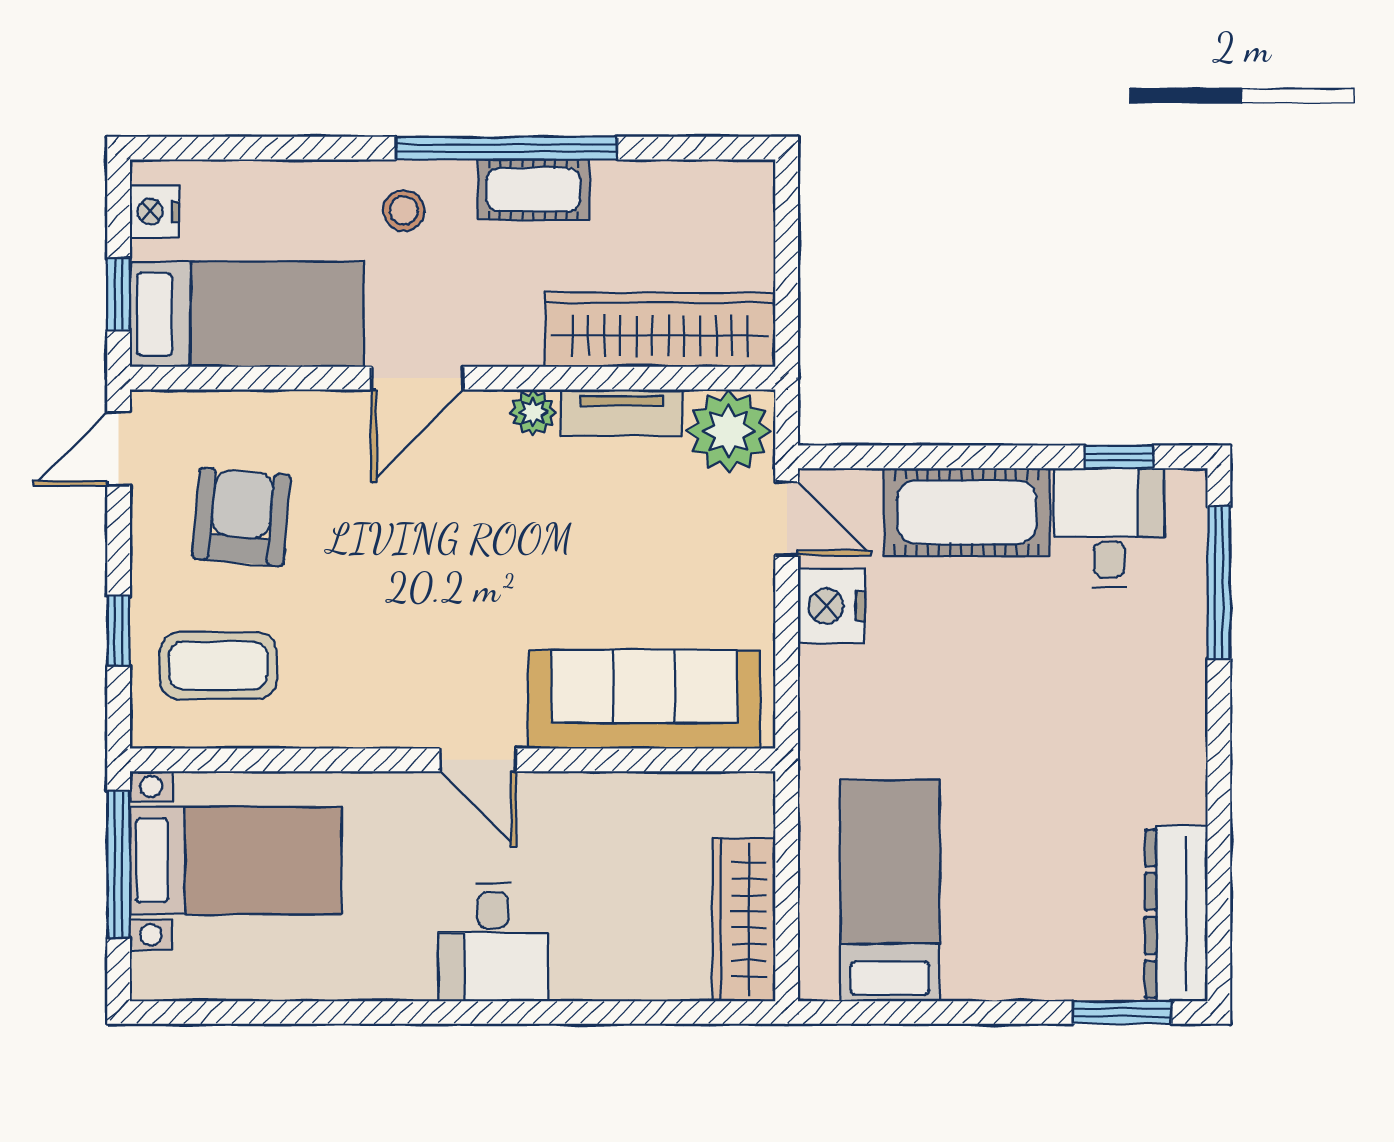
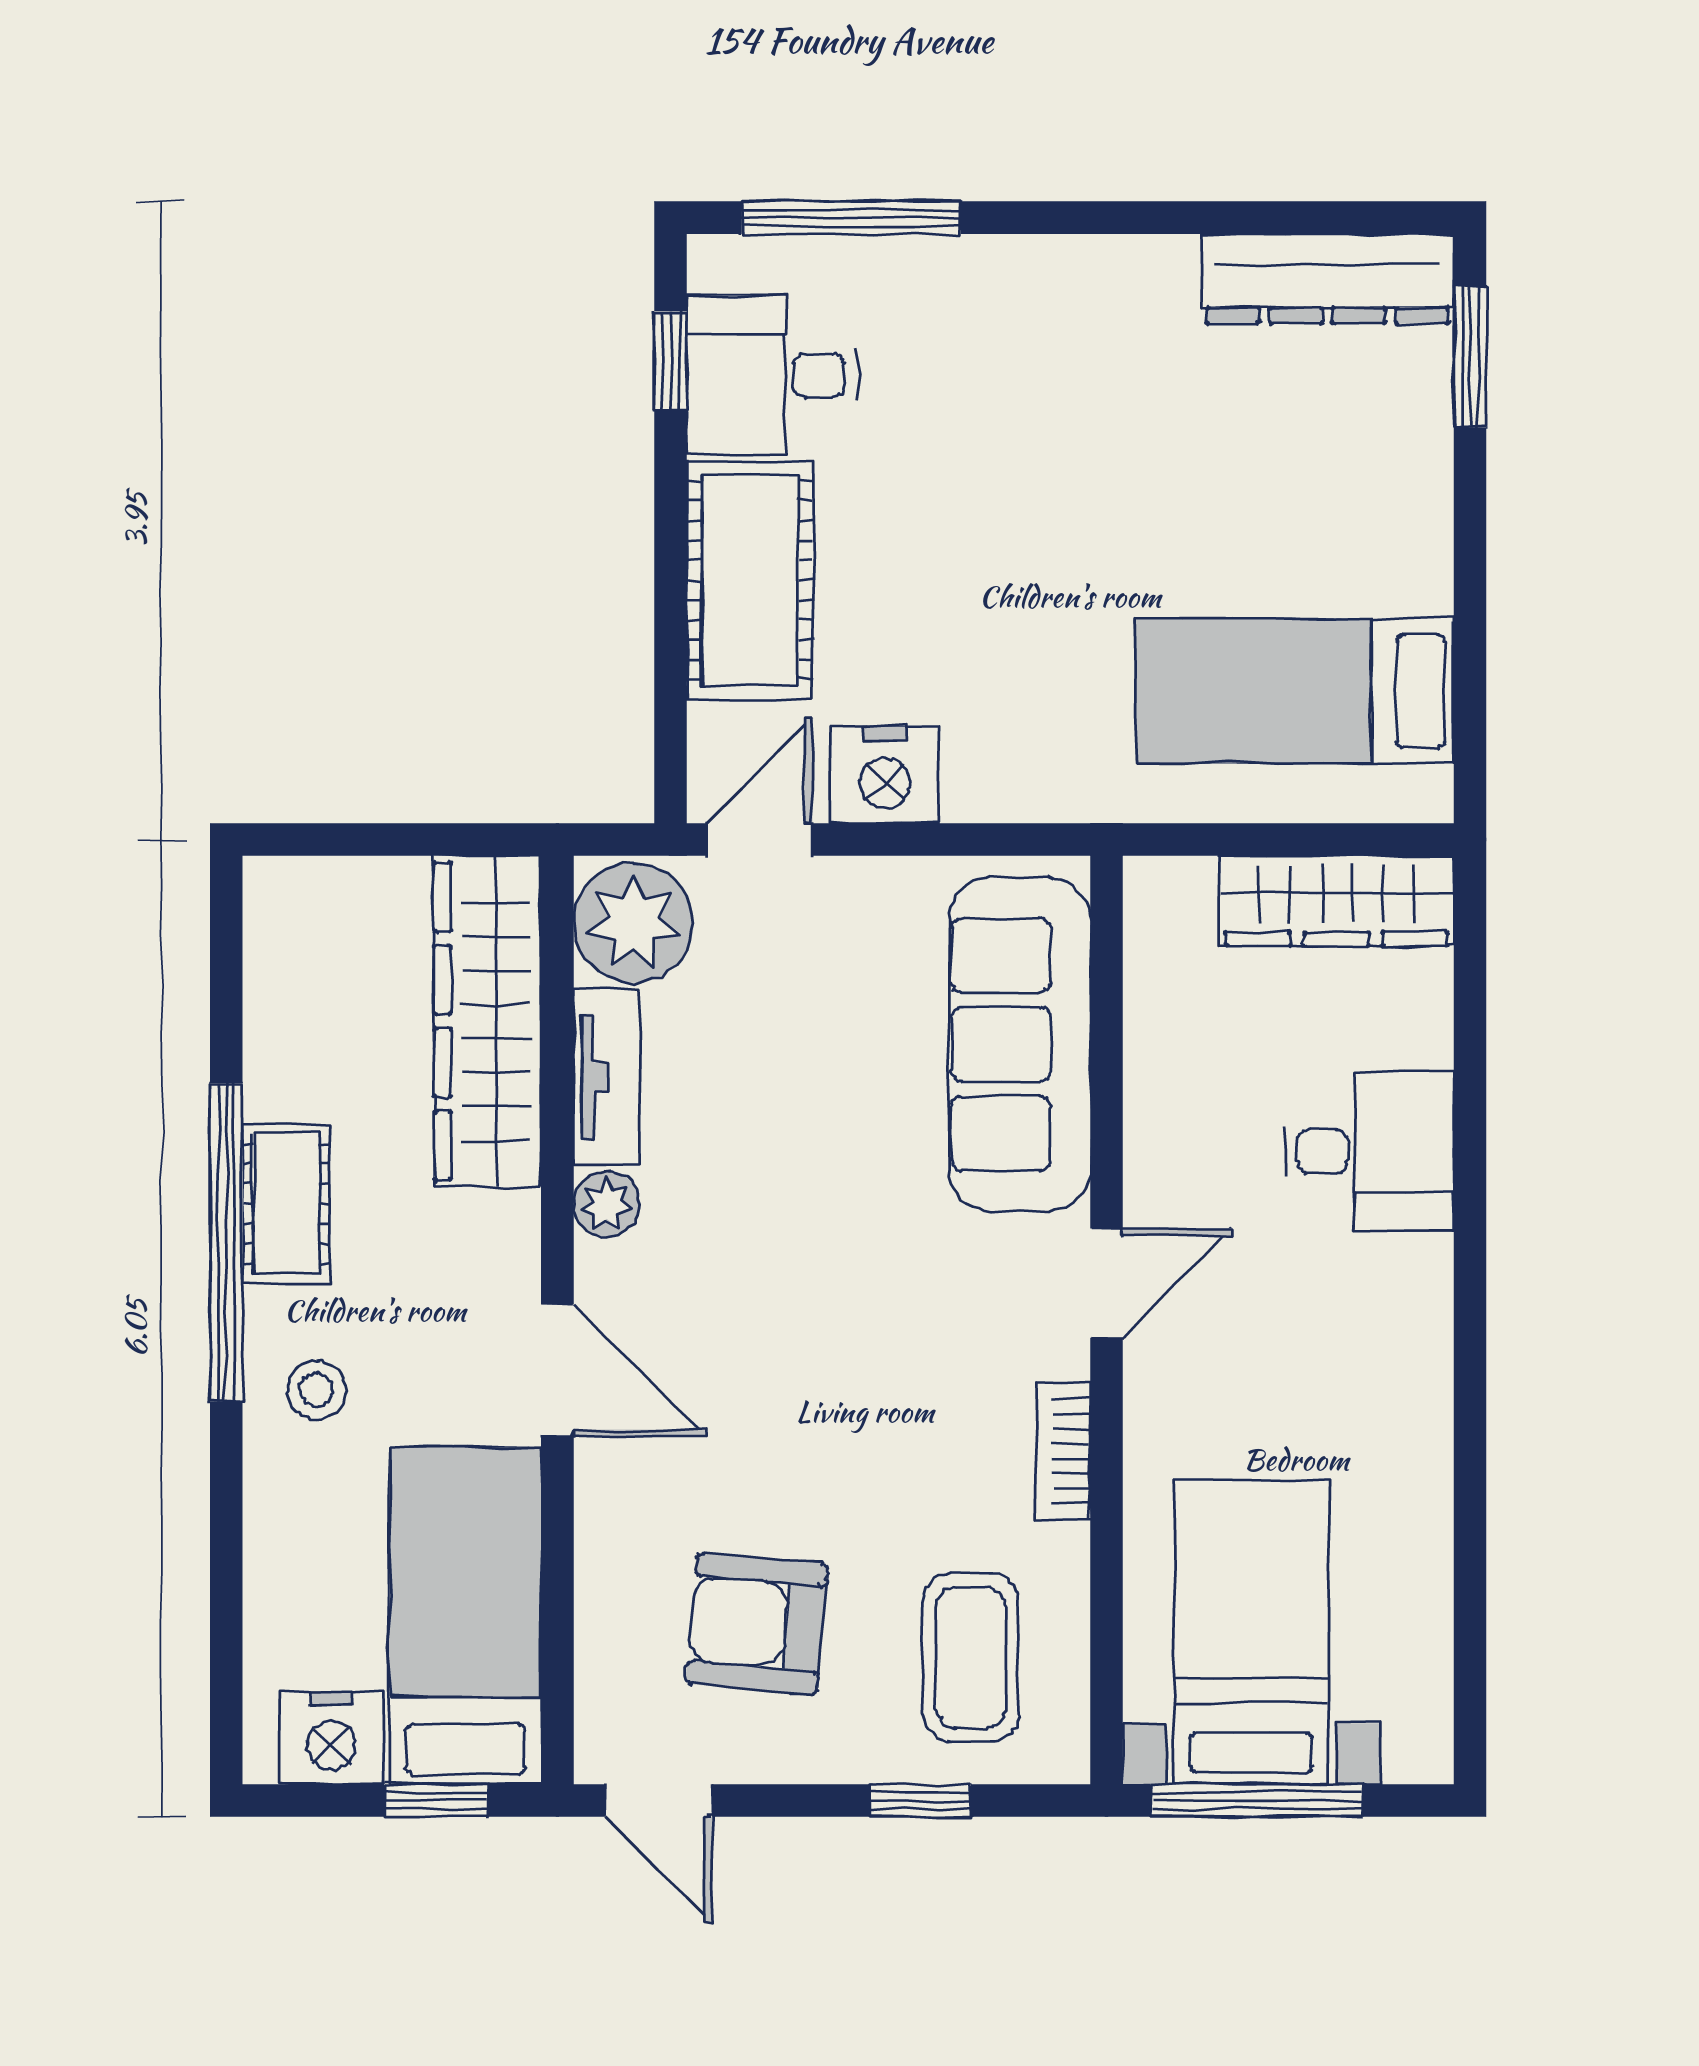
nightstand: (154, 212) -> (332, 1738), width x1.36, depth x1.33
bookcase: (361, 730) -> (1063, 1451), added
desk: (493, 942) -> (1369, 1151), moved

